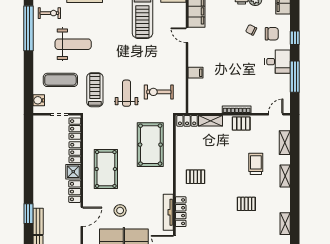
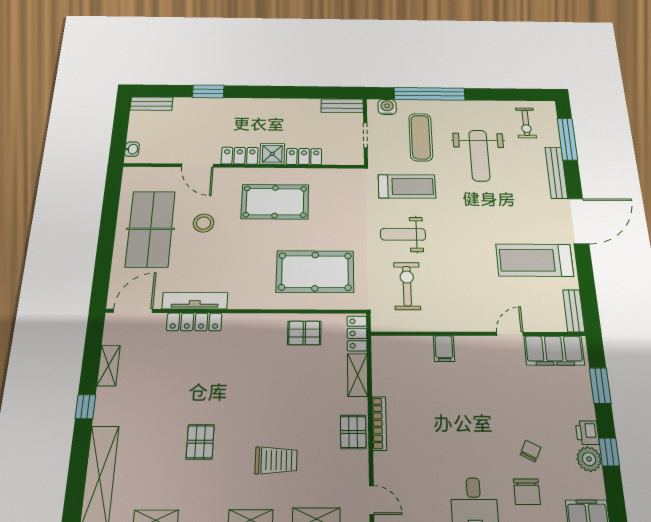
window: (28, 28) -> (429, 94), moved
weight bench: (127, 93) -> (403, 234), turned 180
locker: (75, 129) -> (342, 157), removed
pallet: (195, 177) -> (304, 333), moved, turned 90
bench: (38, 221) -> (342, 106), moved

